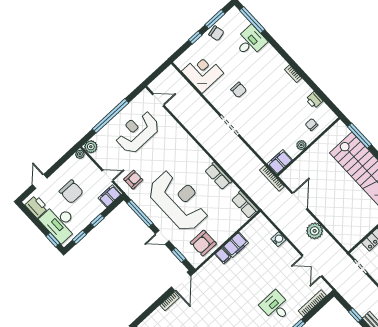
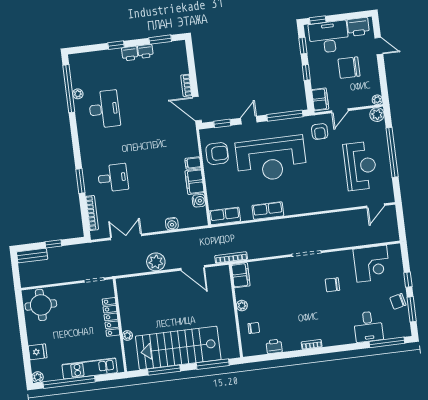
water cooler: (247, 232) -> (199, 201), added
armchair: (203, 243) -> (217, 154), turned 90

